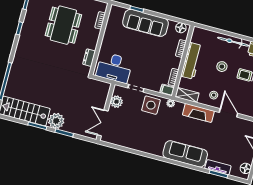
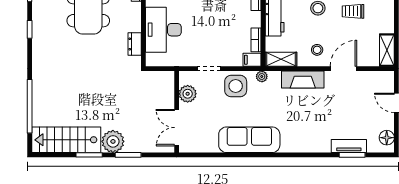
desk: (114, 68) -> (163, 30), moved, turned 90
door: (228, 113) -> (343, 69), hinge flipped
sofa: (185, 154) -> (249, 140), moved

